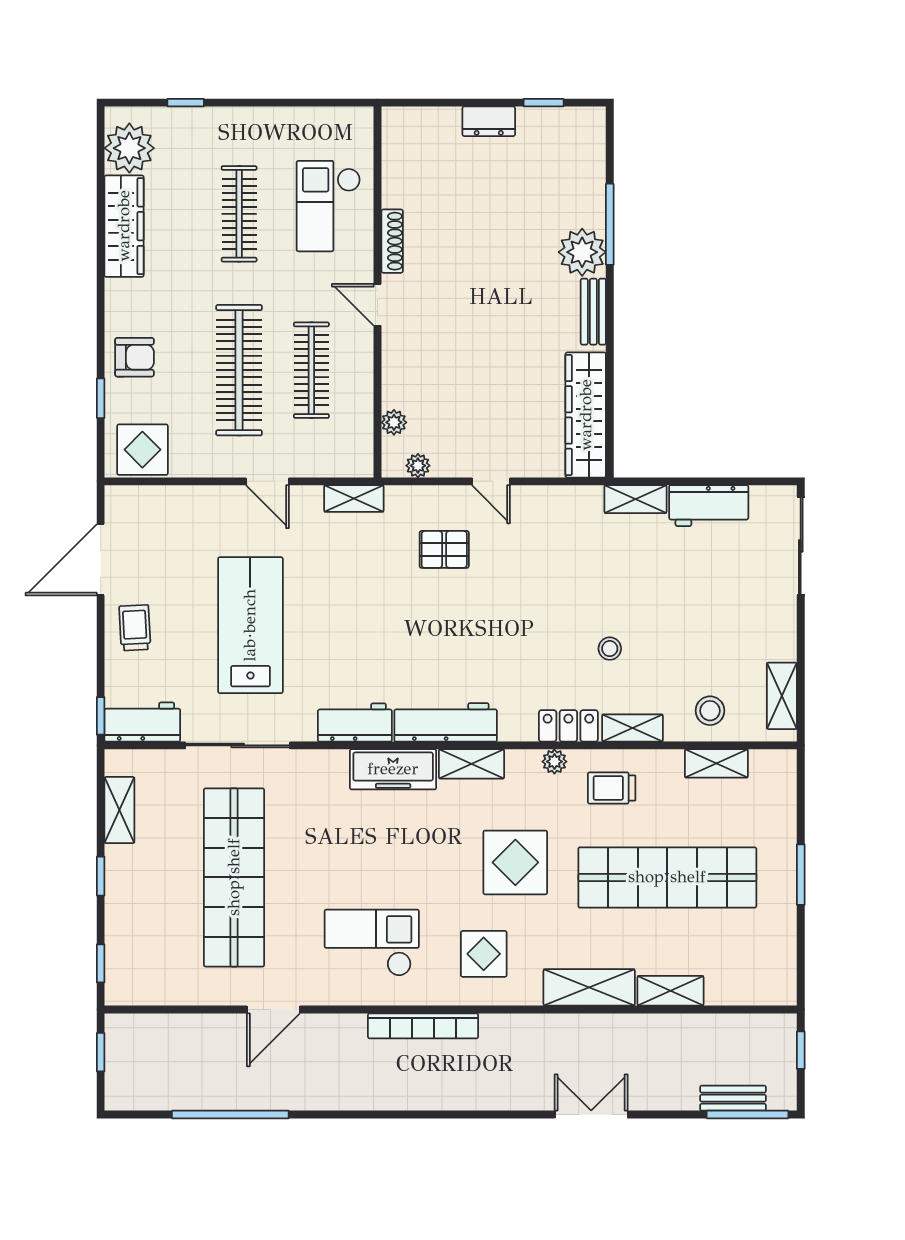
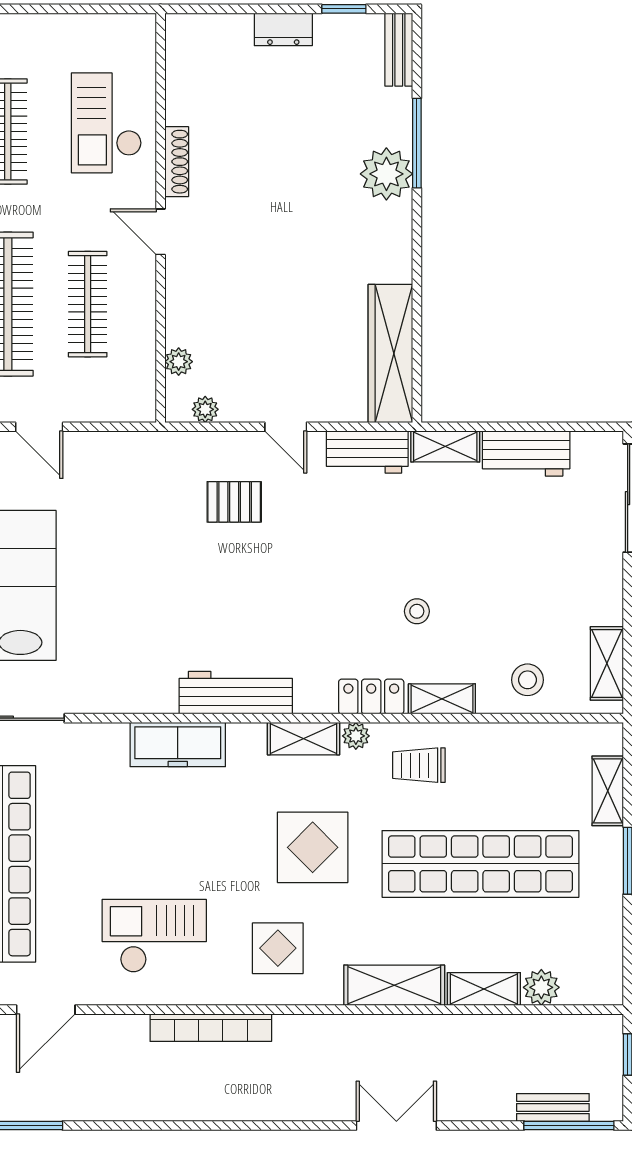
bench: (593, 312) -> (399, 50), moved
shelving: (354, 499) -> (135, 446), removed
workbench: (355, 722) -> (367, 452), moved, turned 180
shelving: (716, 763) -> (608, 791), moved, turned 90
shelving: (471, 764) -> (303, 739), moved
plant: (722, 989) -> (541, 987), added

